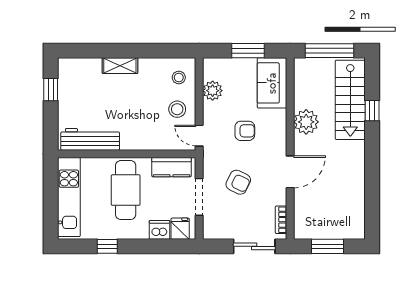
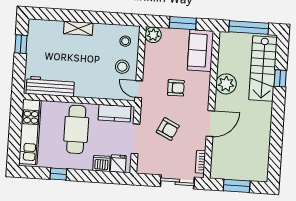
plant: (213, 91) -> (153, 35), moved

